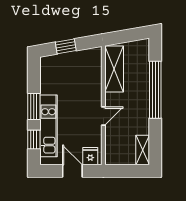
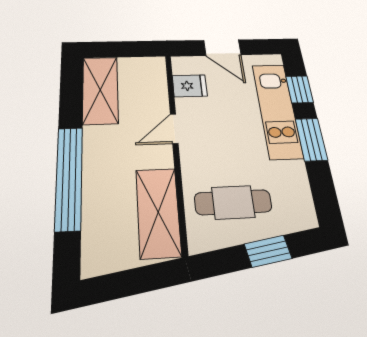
cafe table: (79, 72) -> (233, 202), added
shelving: (143, 150) -> (100, 90), width x1.50, depth x1.33
fridge: (90, 156) -> (190, 86), moved, turned -90

